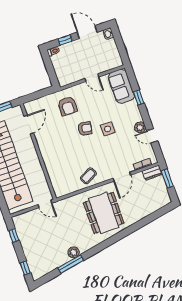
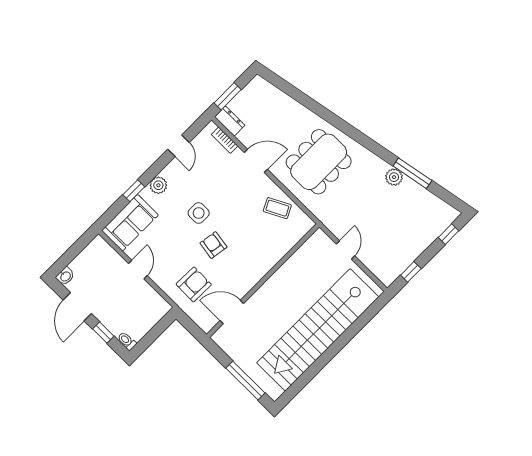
door: (29, 125) -> (232, 312), moved
plant: (140, 127) -> (158, 185), moved
wall: (38, 151) -> (263, 281), moved

